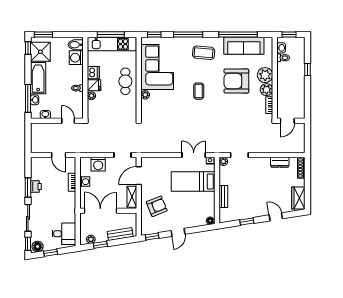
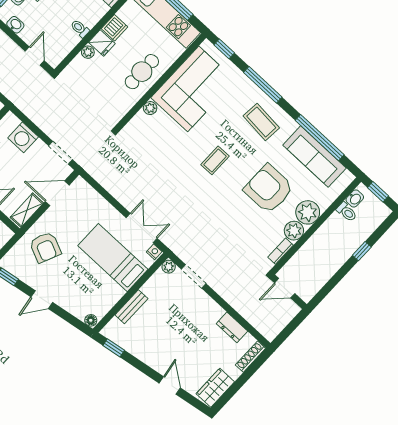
armchair: (157, 206) -> (45, 247), turned 46
window: (247, 221) -> (114, 348), moved

